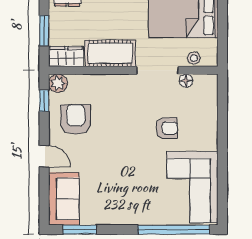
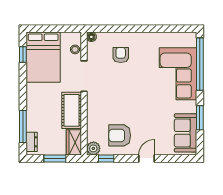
floor lamp: (186, 81) -> (91, 37), moved
armchair: (167, 128) -> (121, 55), moved
corner sofa: (192, 187) -> (178, 74), moved, turned 90
sofa: (64, 199) -> (186, 133), moved, turned -90
window: (80, 230) -> (200, 118), moved

